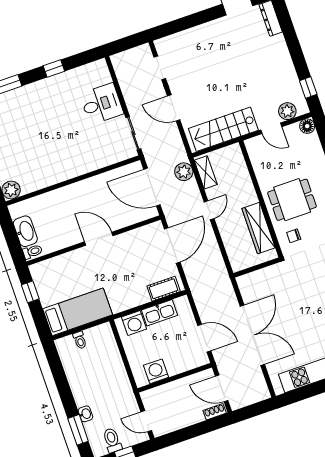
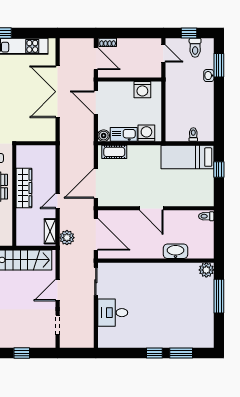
window: (190, 21) -> (22, 353), added
window: (54, 68) -> (154, 353), moved
door: (174, 108) -> (58, 290), swing flipped
wardrobe: (259, 228) -> (24, 188), moved
washbasin: (25, 231) -> (175, 251), moved, turned 90
window: (30, 292) -> (219, 170), moved
boiler: (182, 303) -> (104, 136), added

